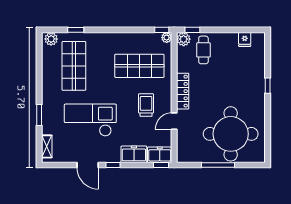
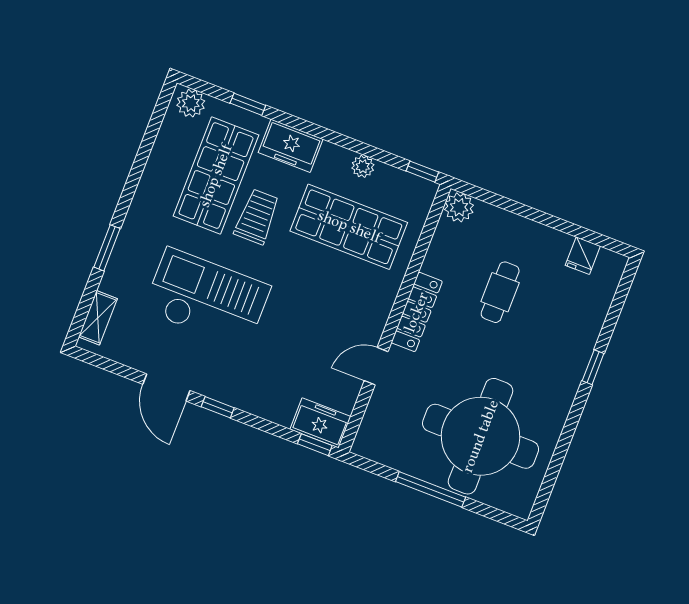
window: (192, 30) -> (484, 195), removed
plant: (167, 38) -> (363, 166), moved
cafe table: (203, 50) -> (500, 292), moved
trolley: (146, 105) -> (257, 217), moved
freezer: (134, 154) -> (291, 146), moved, turned 180

